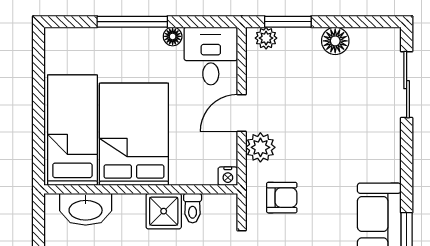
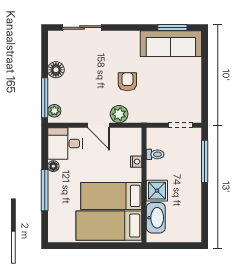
window: (288, 22) -> (45, 98), width x1.44
bed: (134, 134) -> (111, 196), width x0.67
nightstand: (228, 176) -> (136, 162), moved
armchair: (282, 198) -> (127, 82), moved
shower: (164, 211) -> (157, 191), moved

